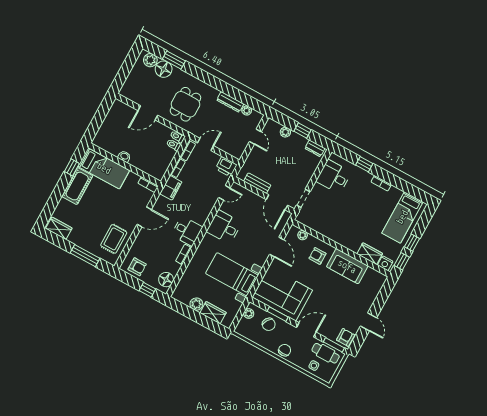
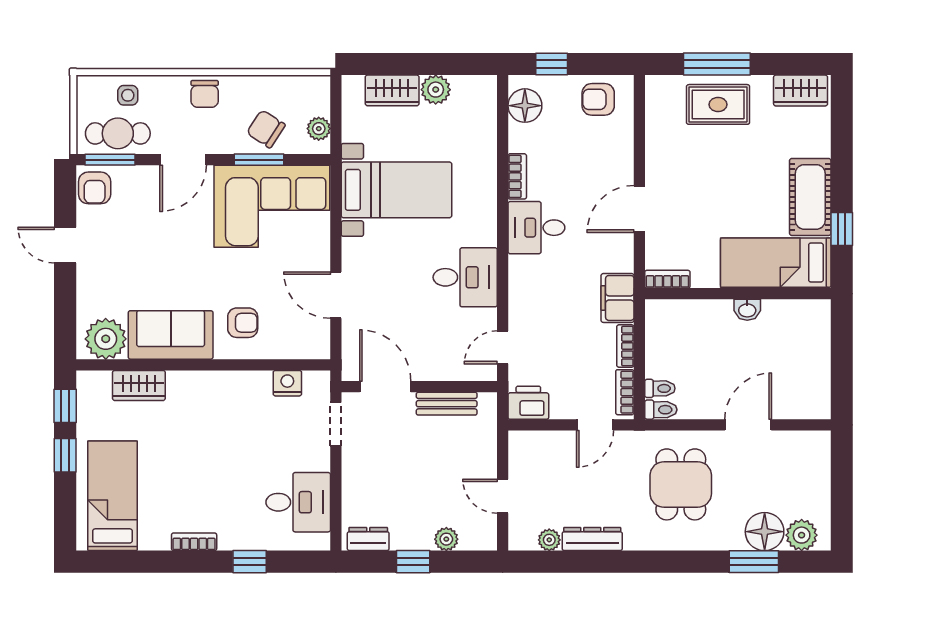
plant: (303, 235) -> (106, 339), moved, width x1.88, depth x1.88
rug: (114, 239) -> (718, 104), moved, turned 90
nightstand: (385, 263) -> (287, 383), moved

